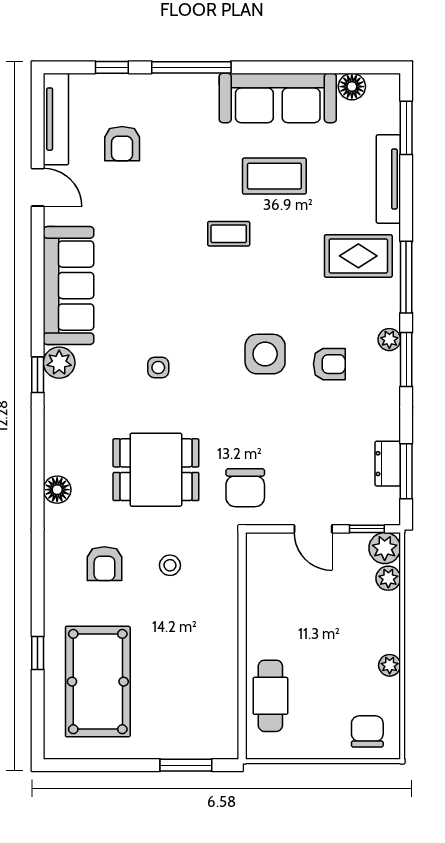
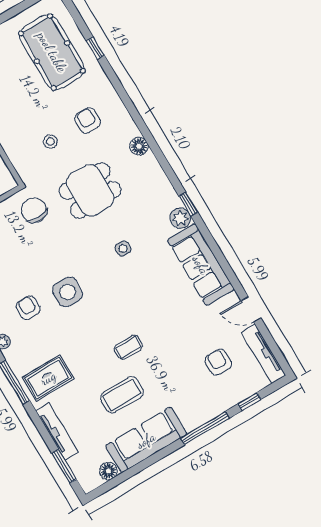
armchair: (329, 364) -> (28, 308), turned 90

